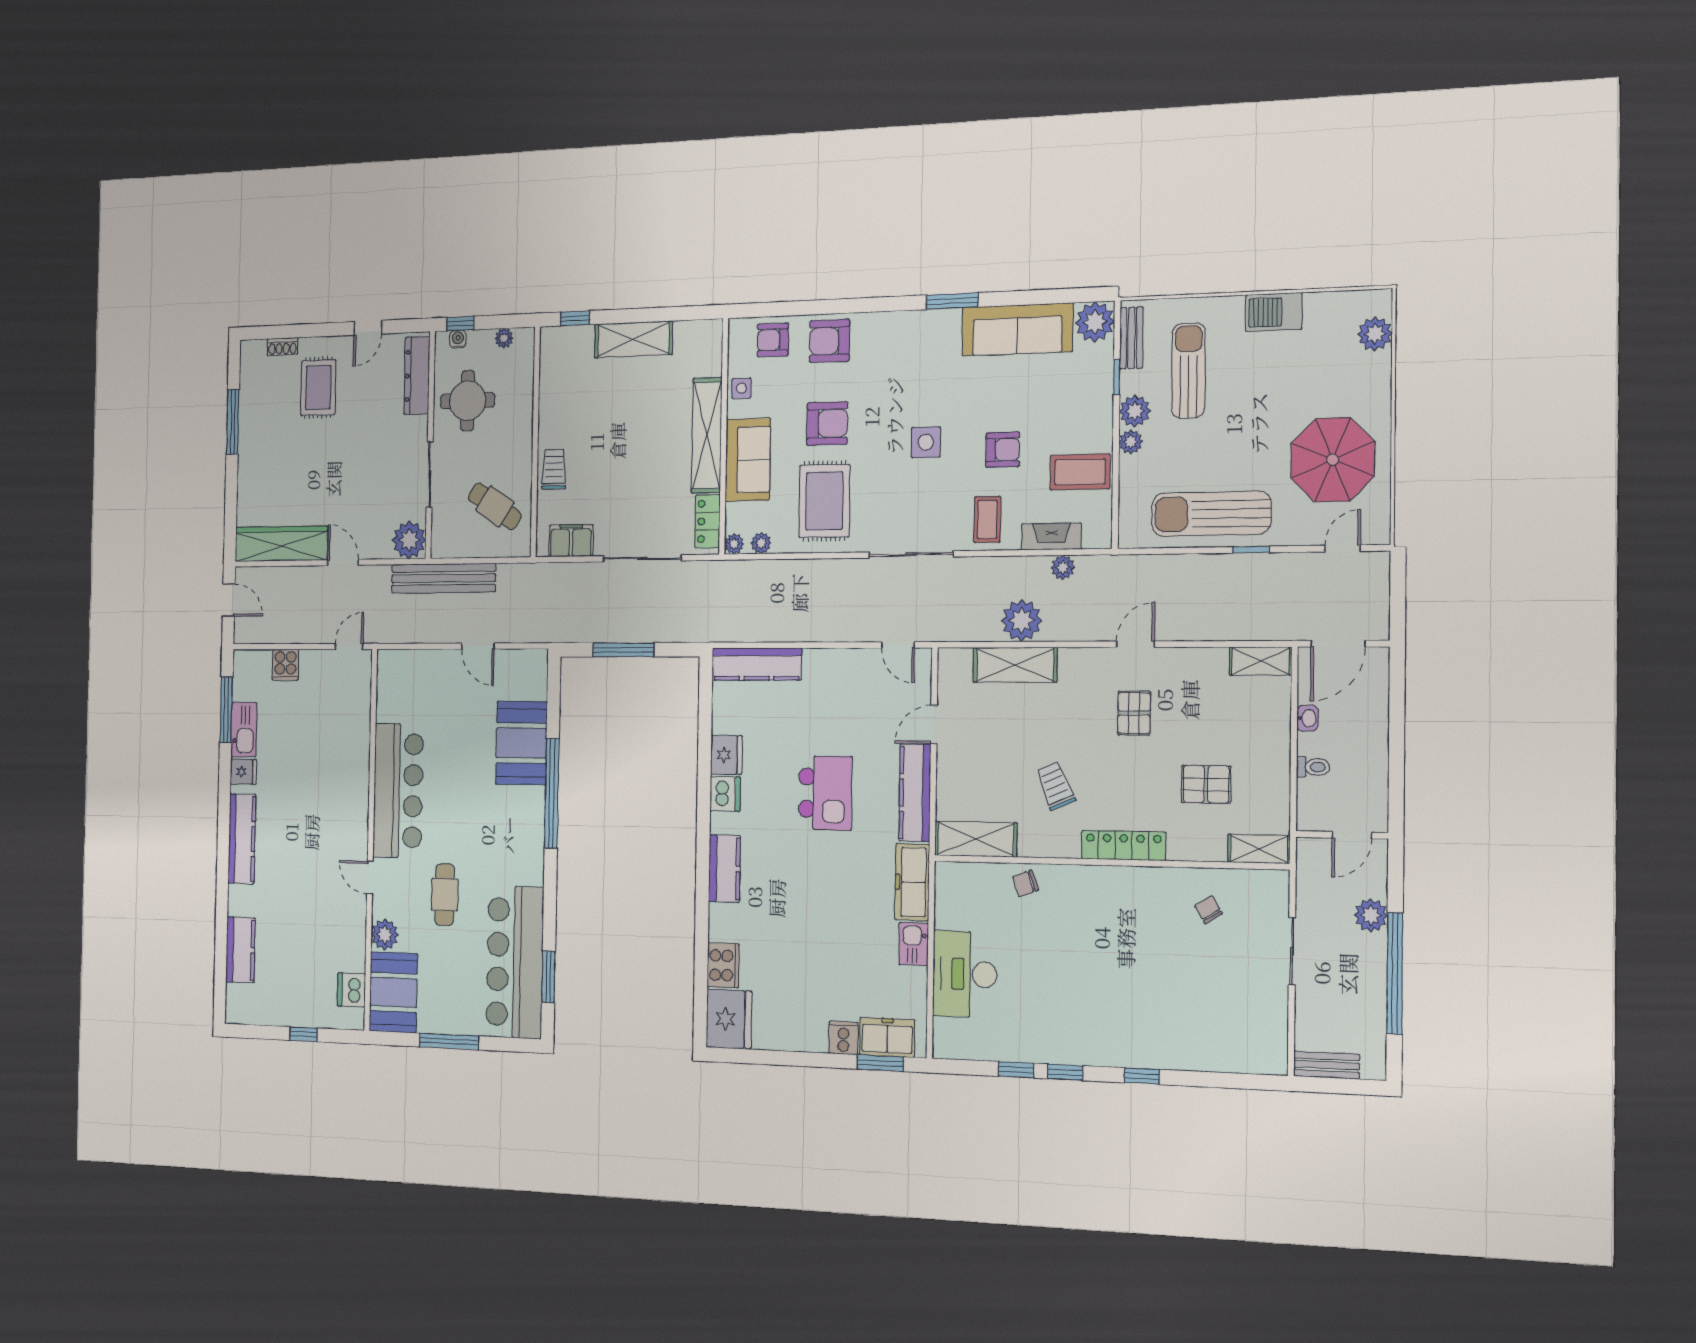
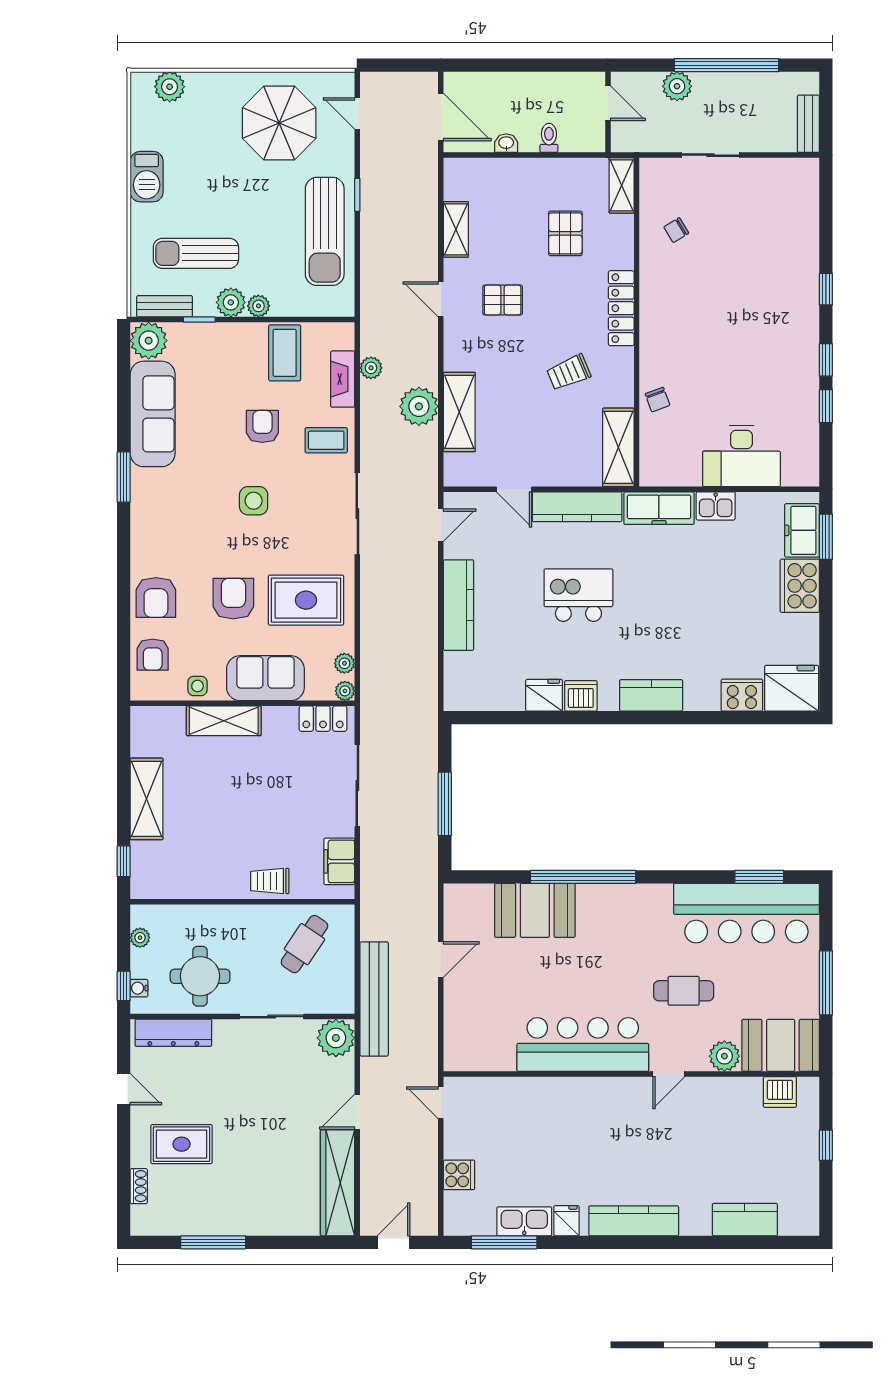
shelving: (707, 435) -> (224, 721), width x0.68
shelving: (1261, 661) -> (456, 229), moved
kitchen counter: (757, 664) -> (459, 605), moved
cooker: (843, 1038) -> (800, 586), width x1.87, depth x1.31

